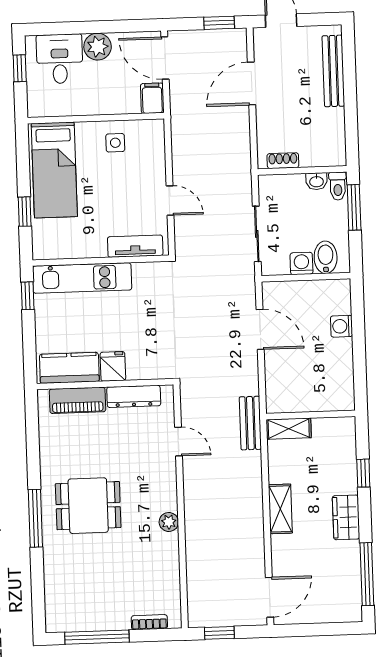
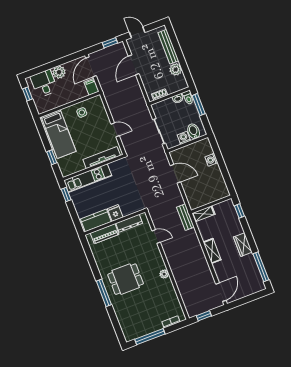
door: (165, 58) -> (91, 67), hinge flipped
plant: (332, 121) -> (176, 69), added
tv unit: (135, 246) -> (102, 158), width x1.41
window: (363, 473) -> (239, 211), moved

